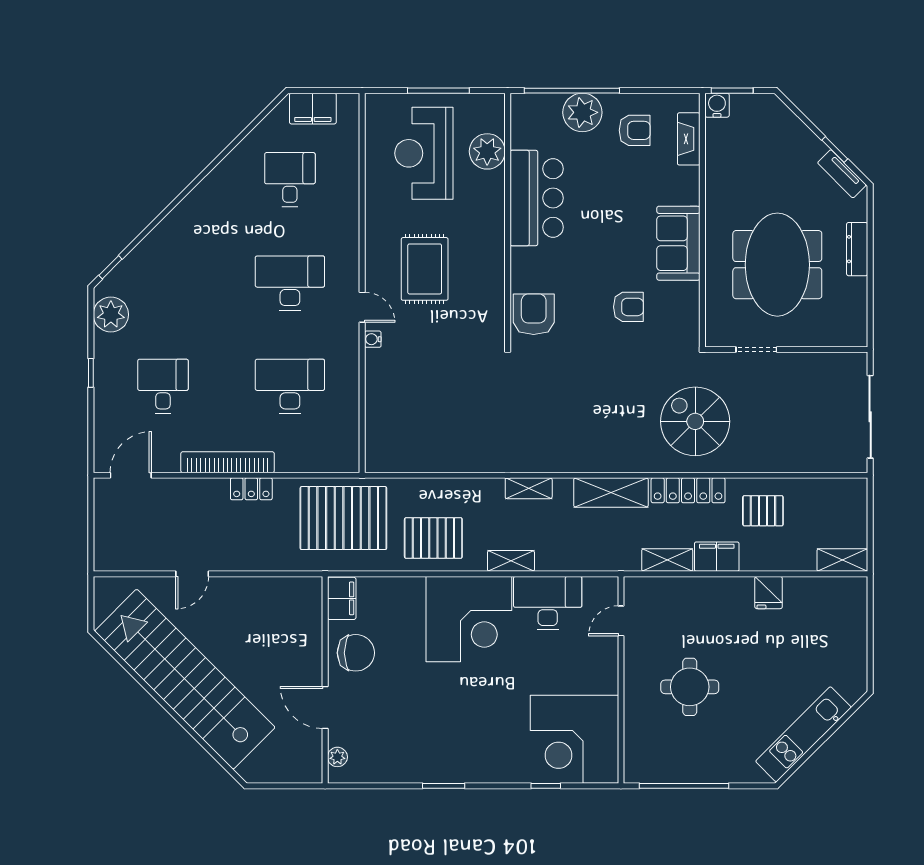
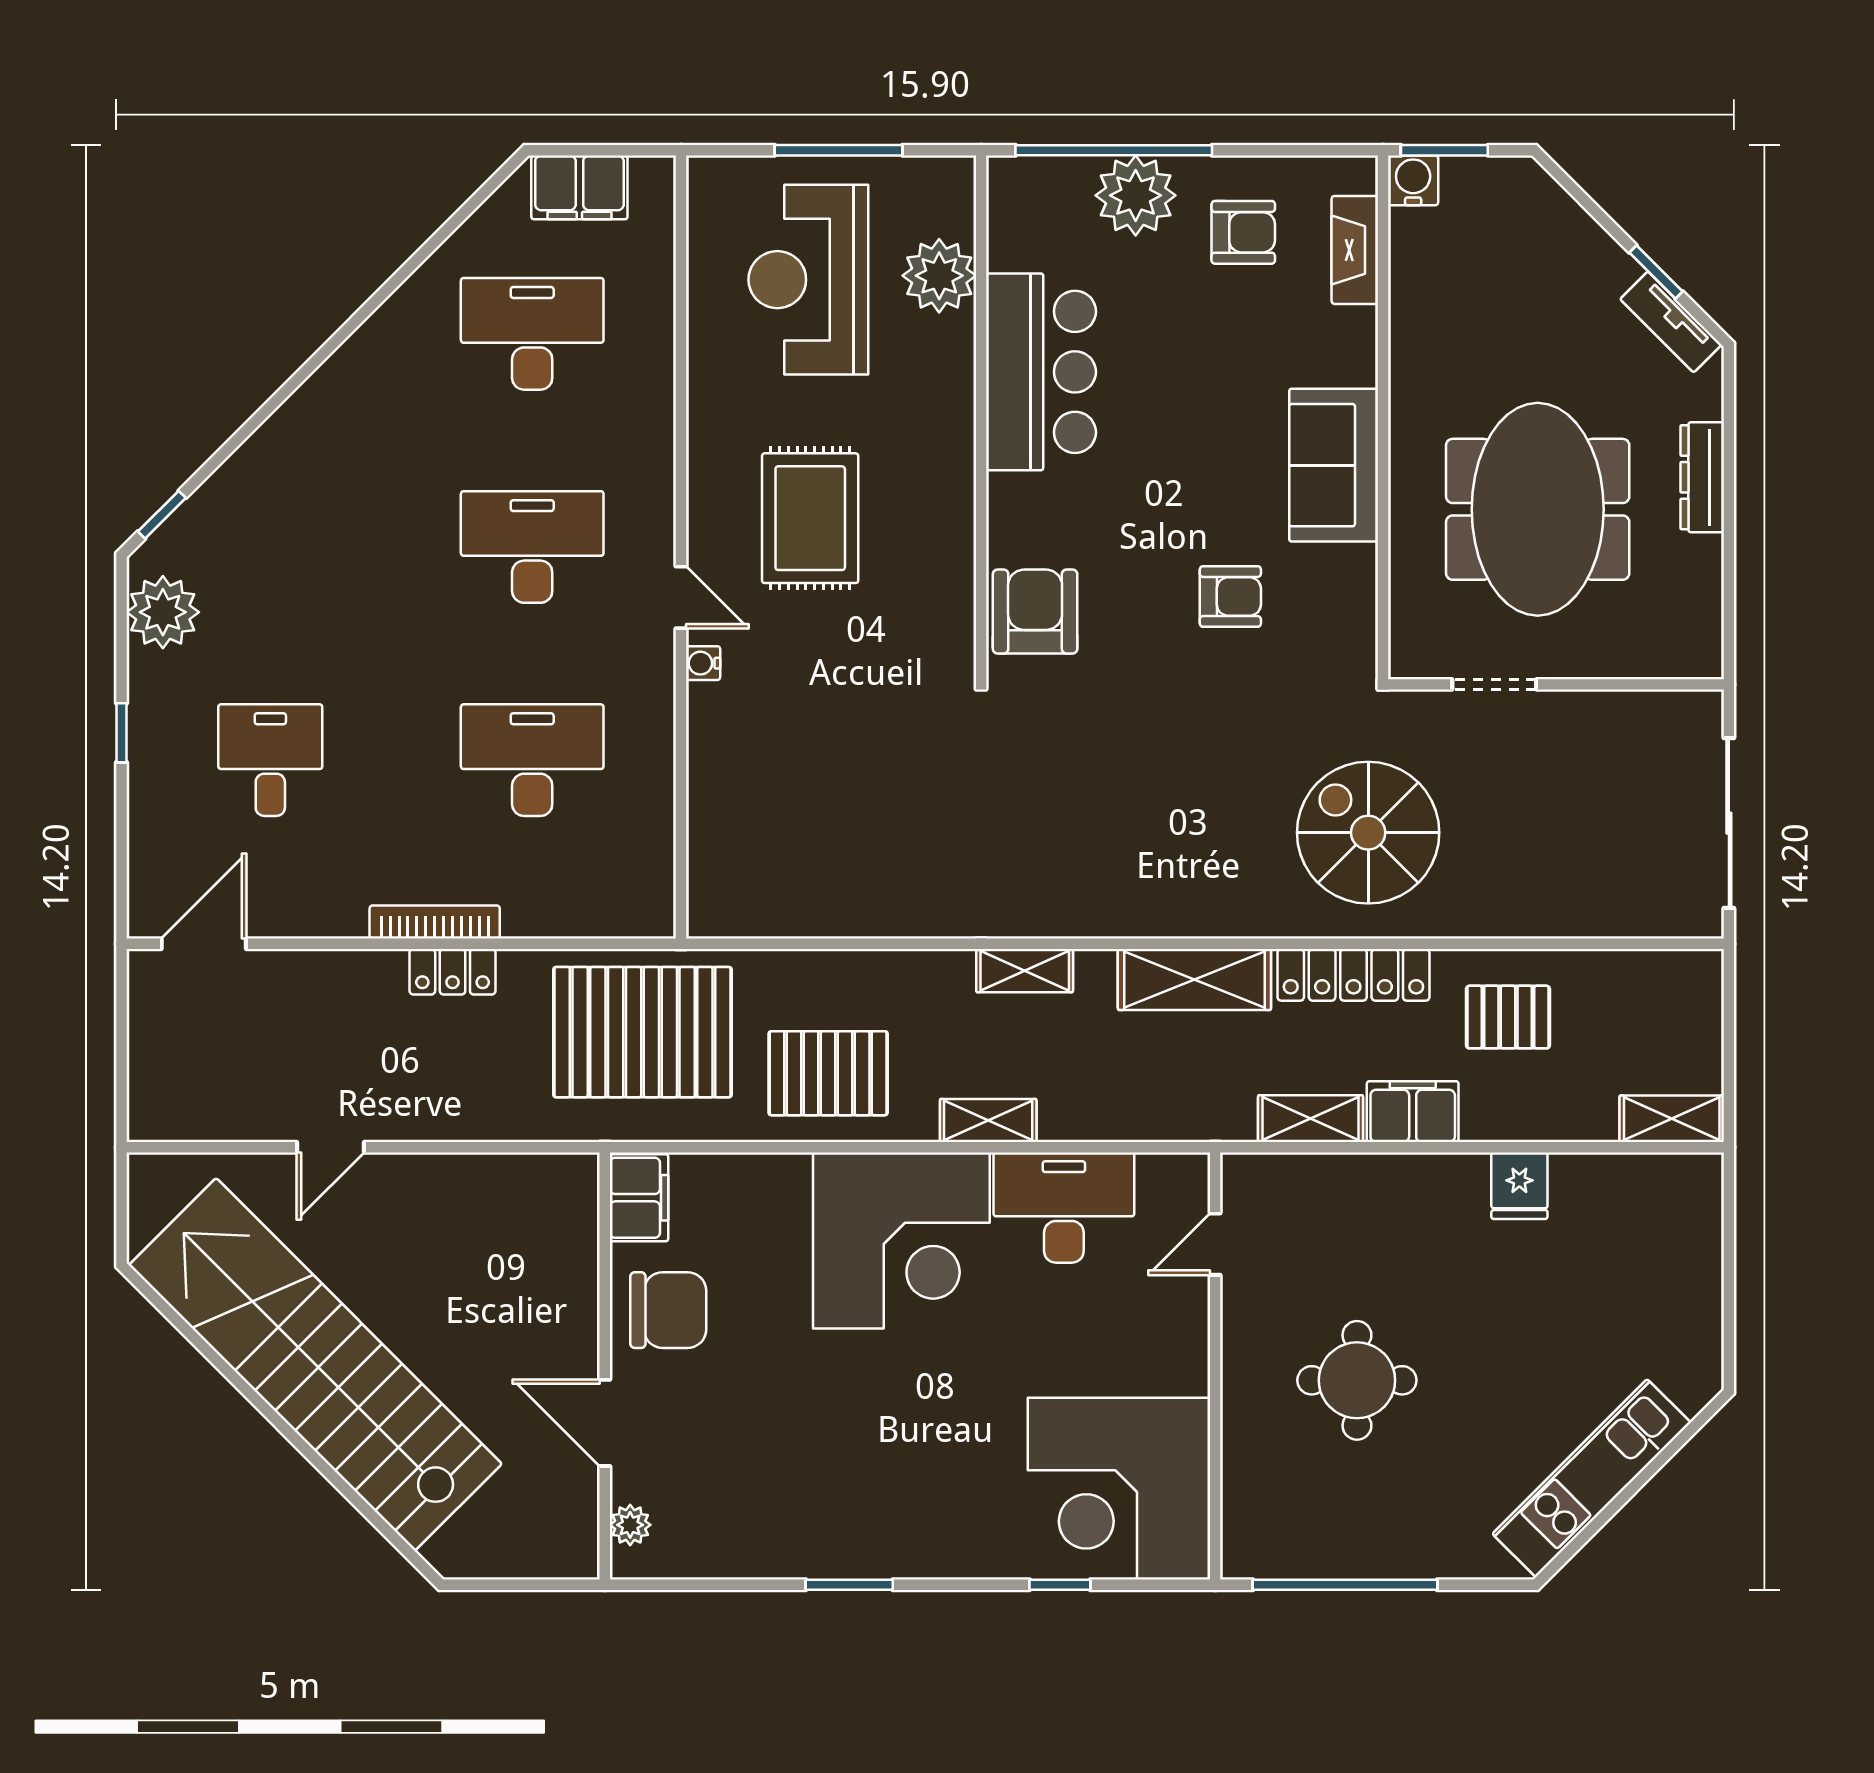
desk: (290, 180) -> (532, 334), width x1.37
bookcase: (228, 462) -> (435, 922), width x0.68, depth x0.76

